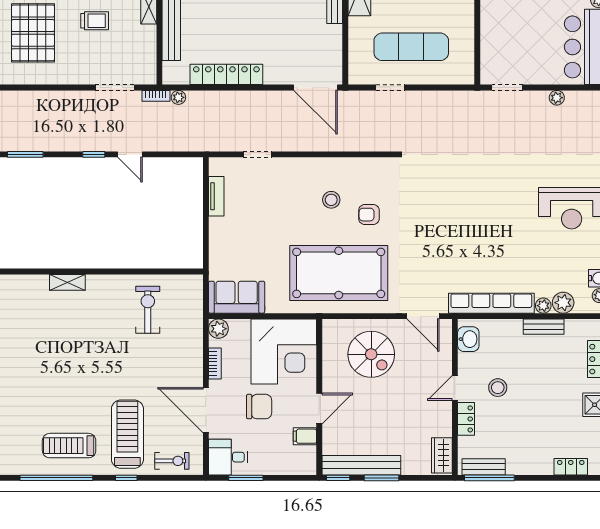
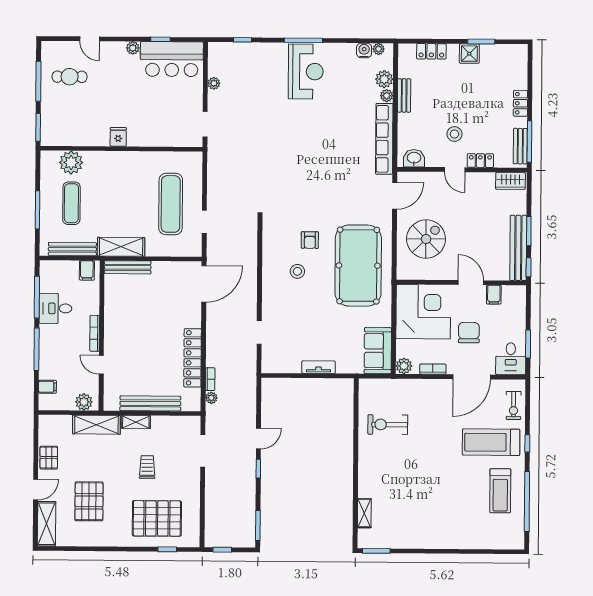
bookcase: (156, 96) -> (210, 379), moved
tv unit: (216, 196) -> (319, 367), moved
shelving: (67, 282) -> (364, 513), moved
exercise bike: (172, 461) -> (514, 405), turned 180
locker: (571, 467) -> (520, 103), moved

